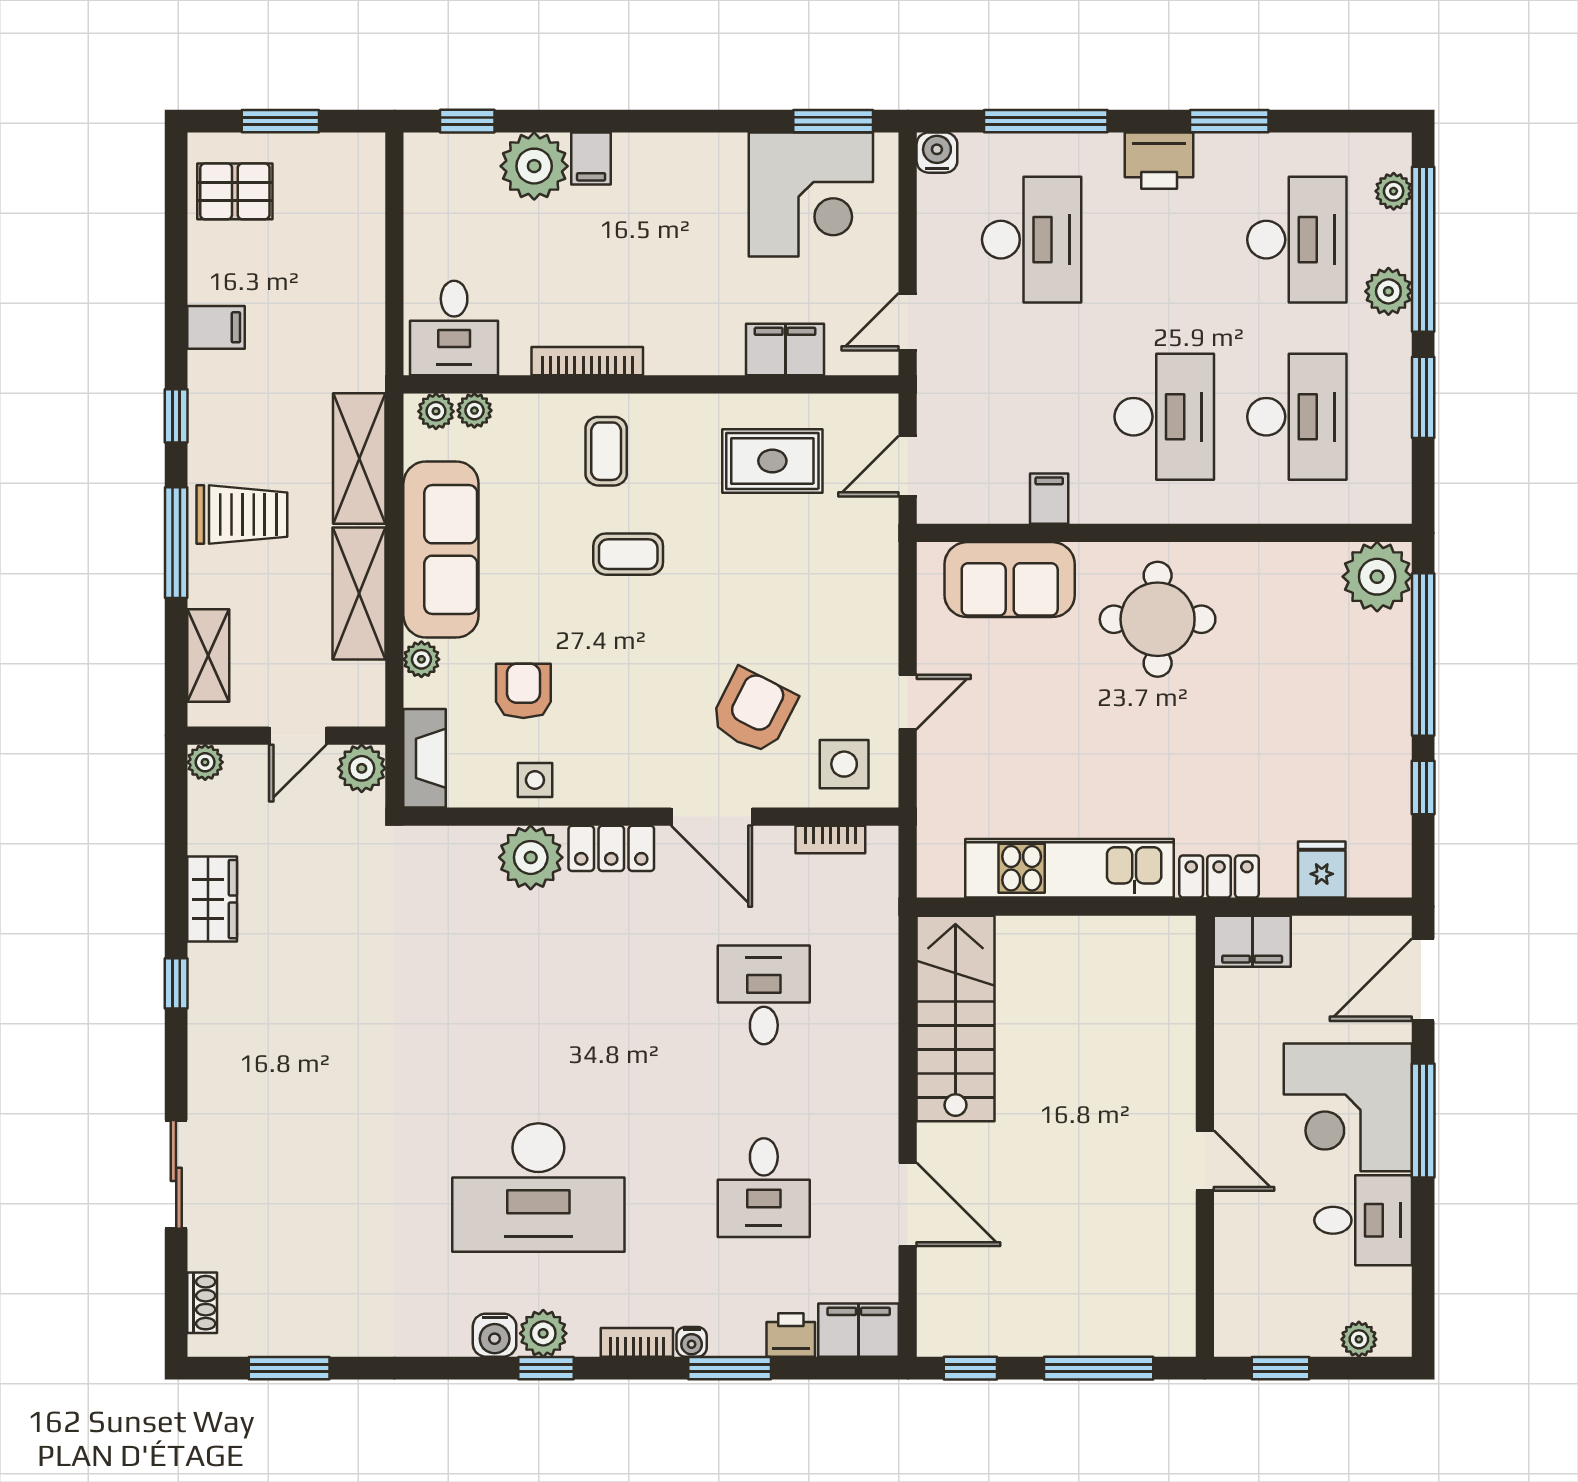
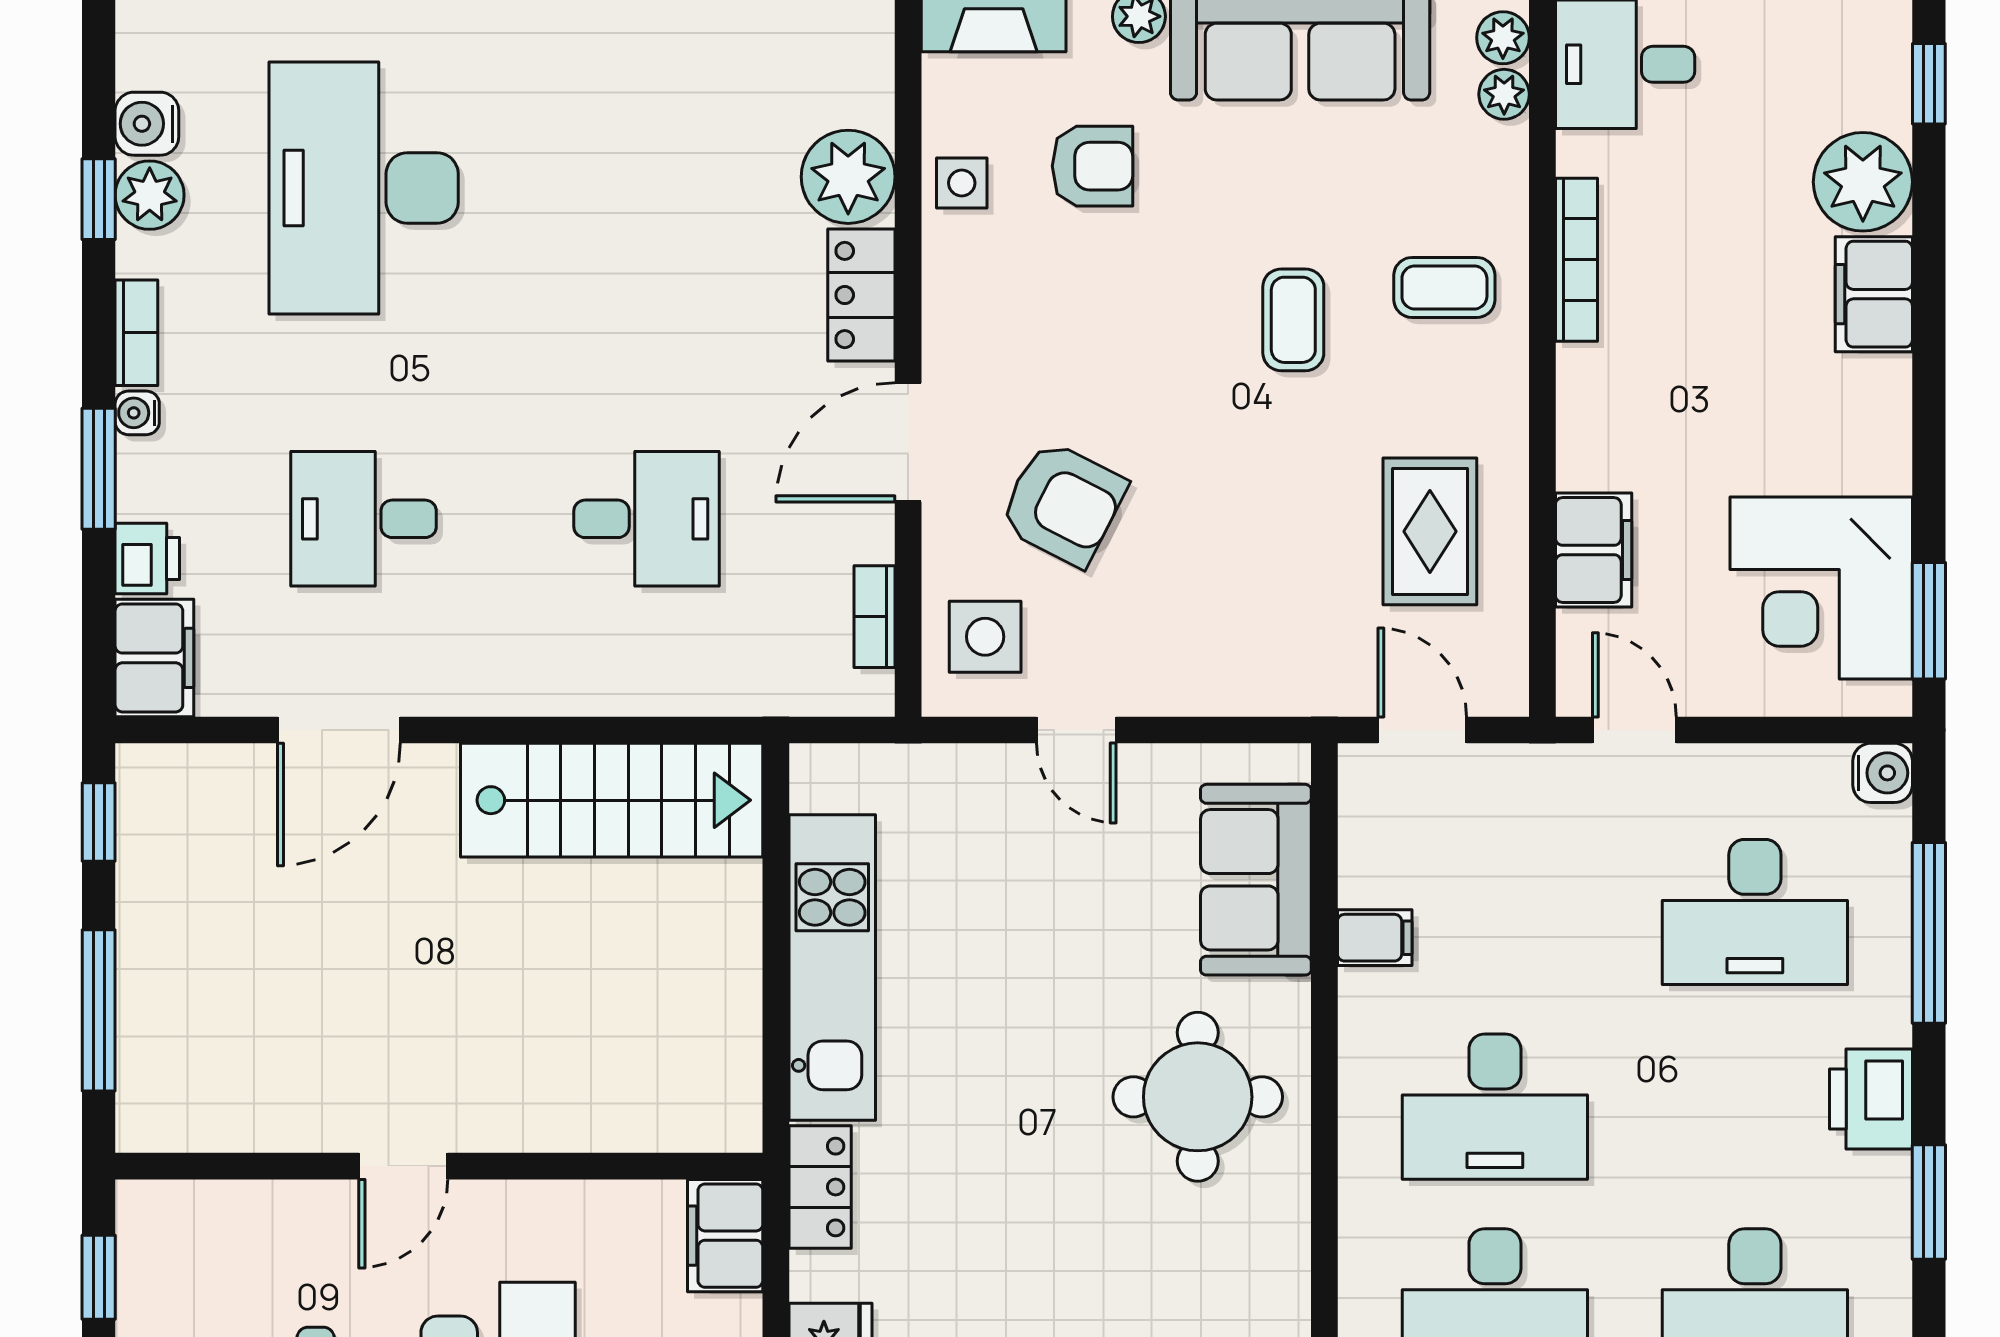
filing cabinet: (591, 159) -> (1874, 294), width x2.00

